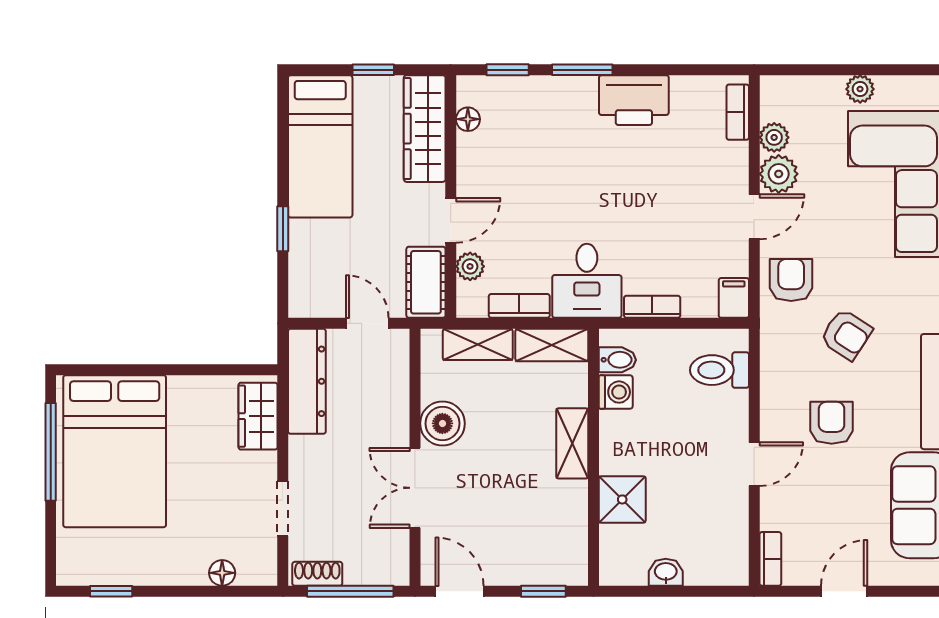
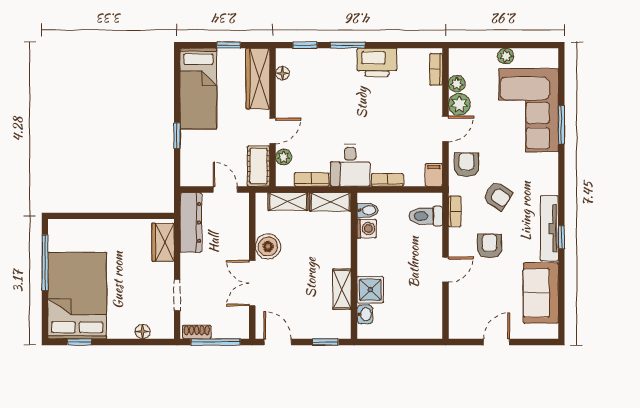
shelving: (572, 443) -> (342, 289), moved
bed: (115, 451) -> (77, 296), moved, turned 180
bookcase: (770, 559) -> (455, 211), moved
washbasin: (666, 572) -> (365, 314), moved, turned 90

